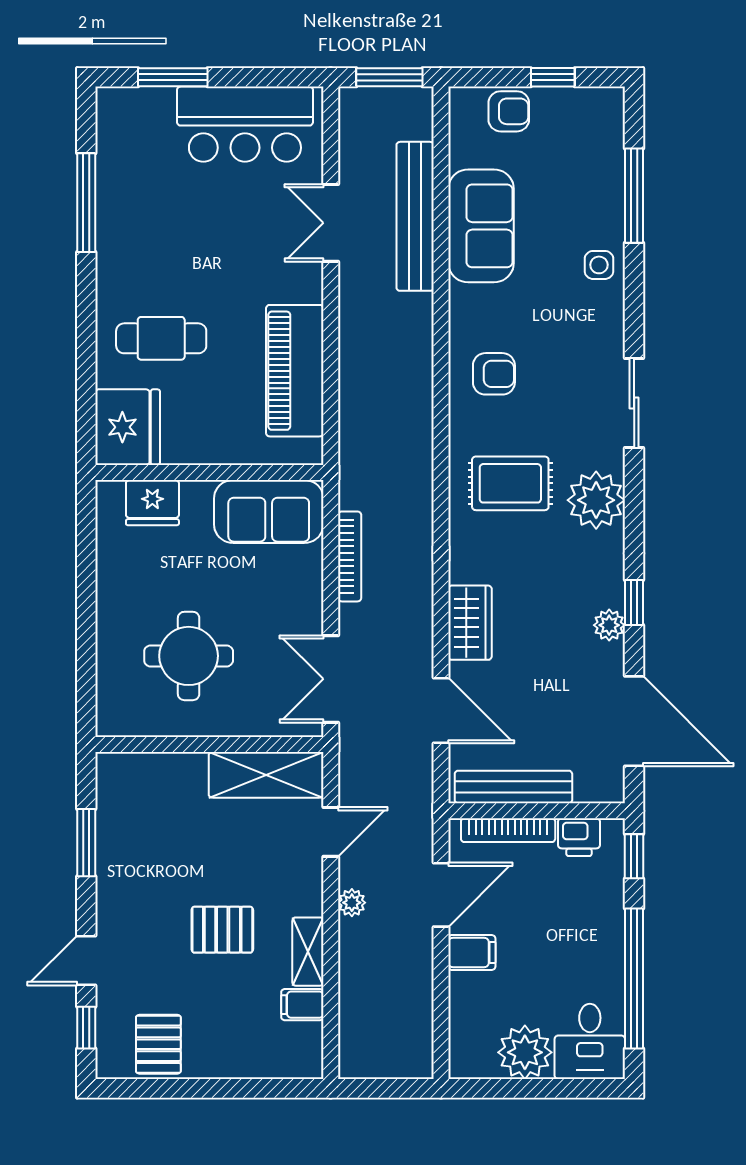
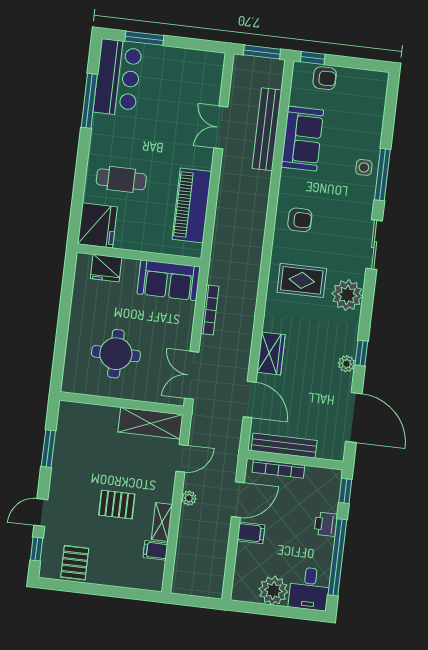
window: (553, 77) -> (313, 58), moved
bar counter: (245, 124) -> (118, 78), moved, turned -90
window: (634, 196) -> (382, 175), moved
printer: (579, 837) -> (326, 524), moved, turned 90

